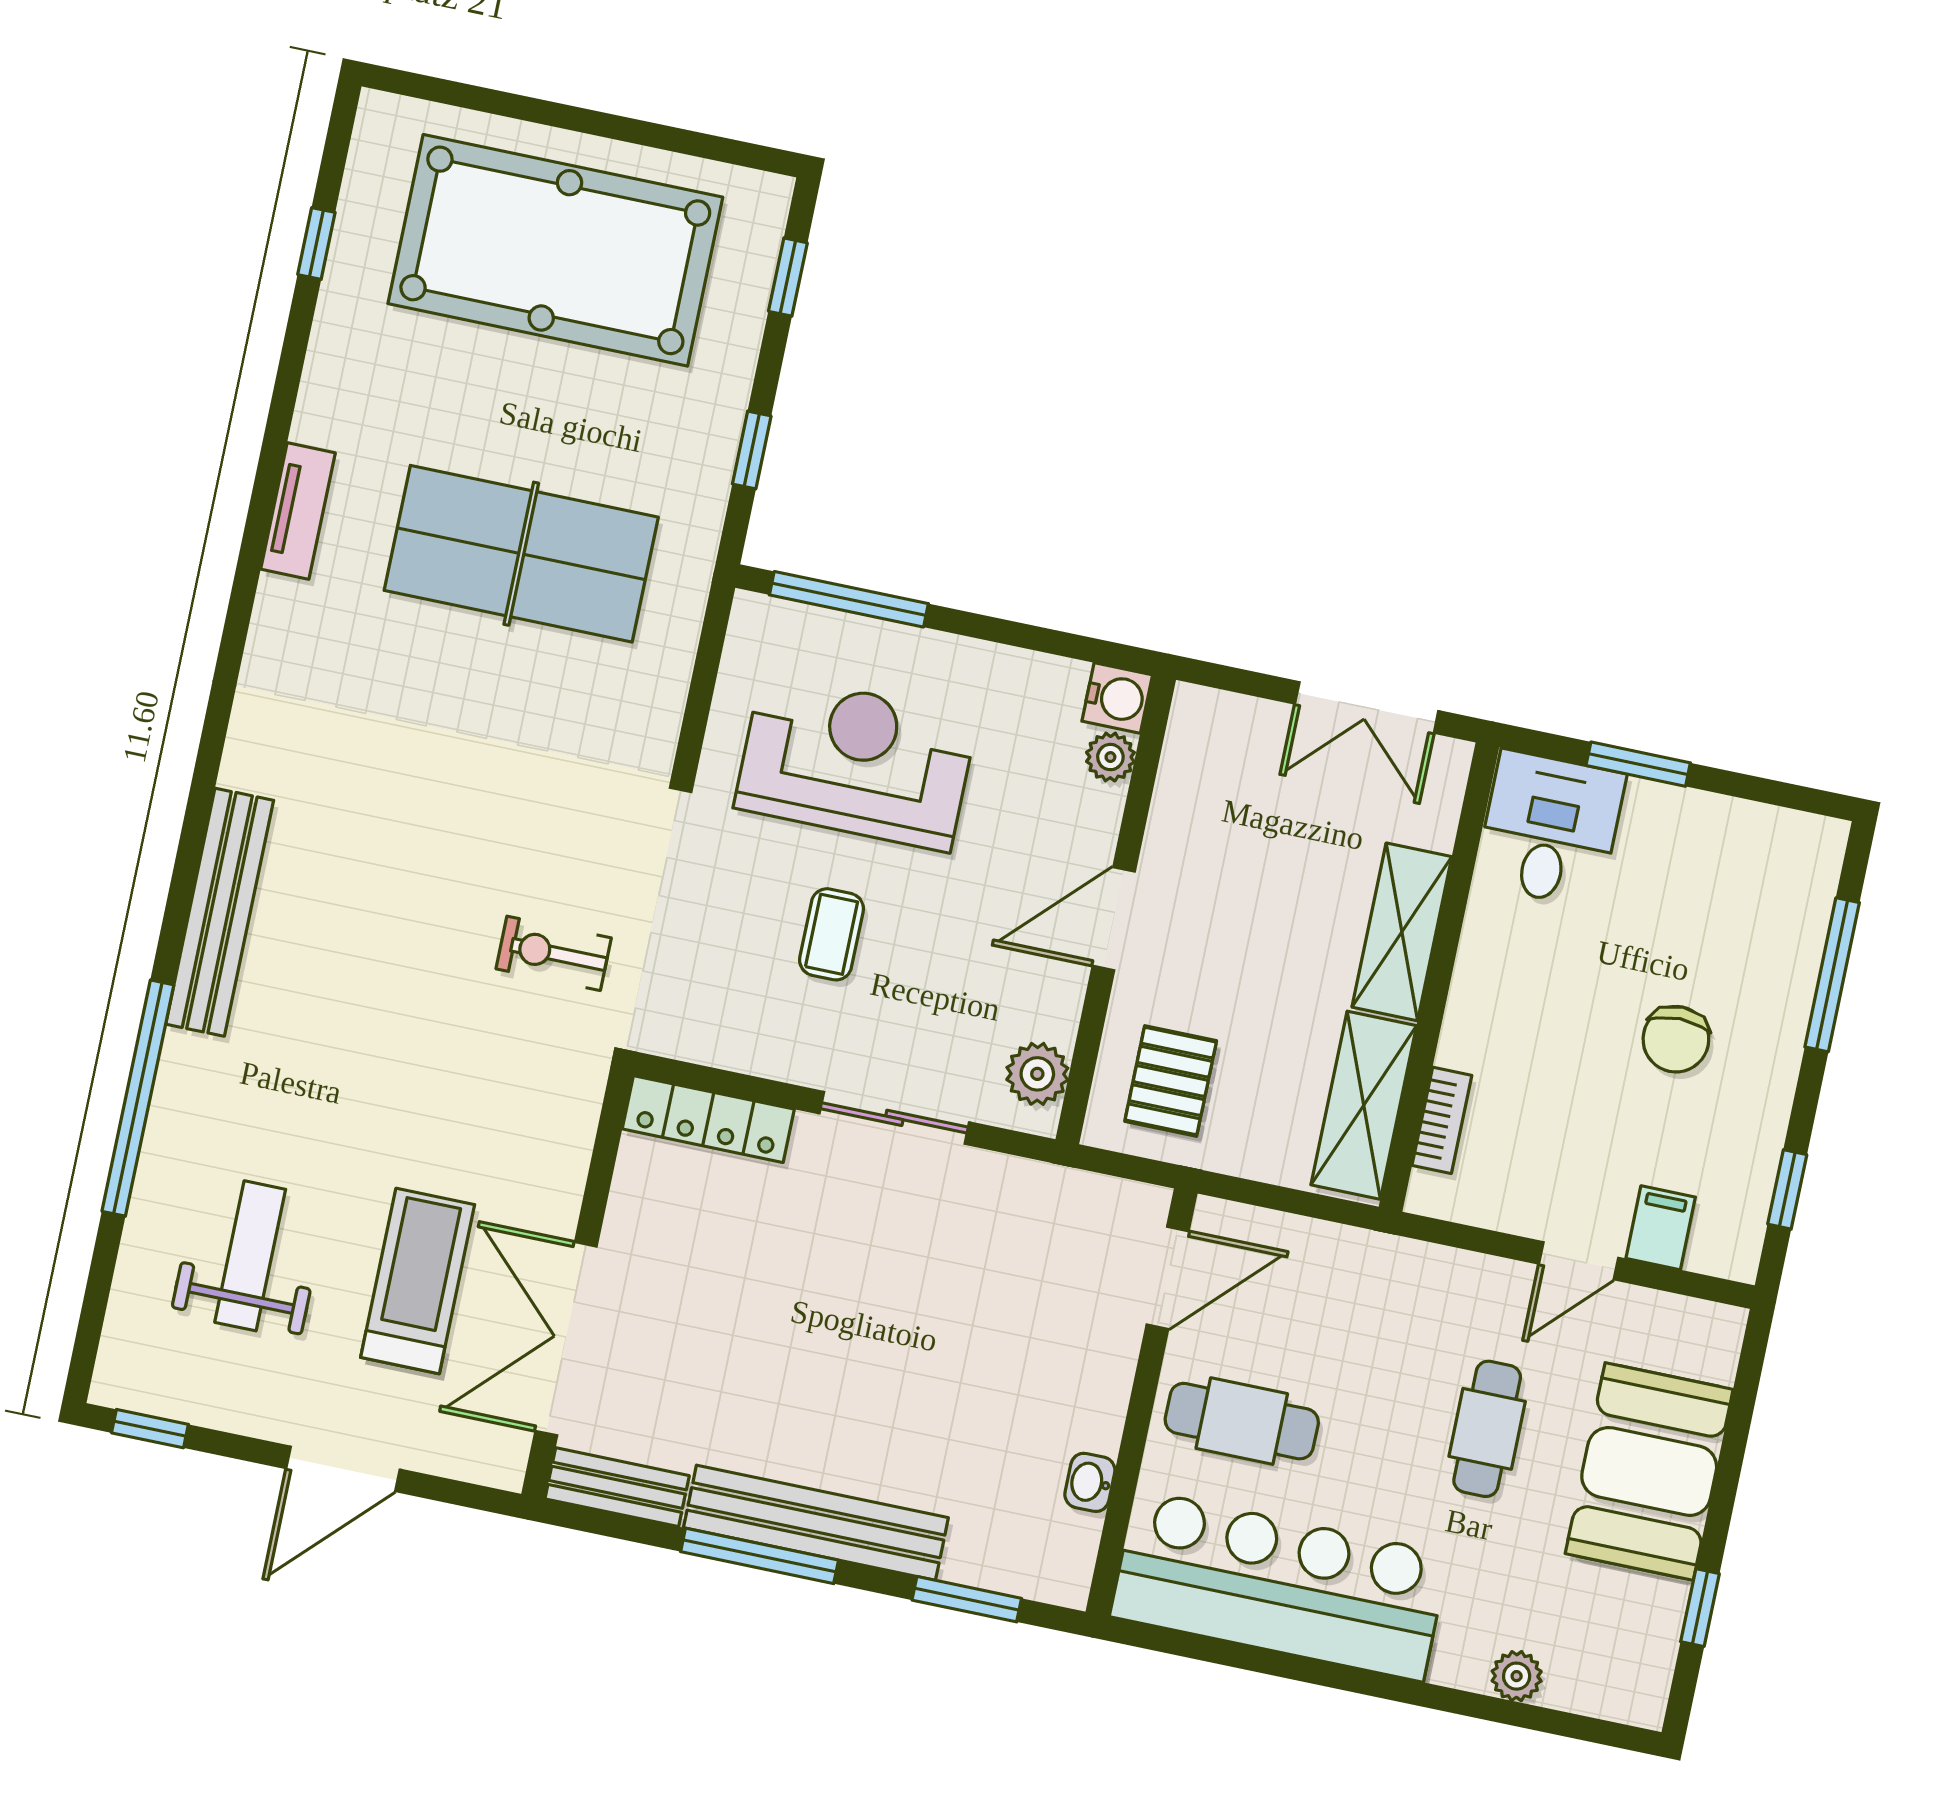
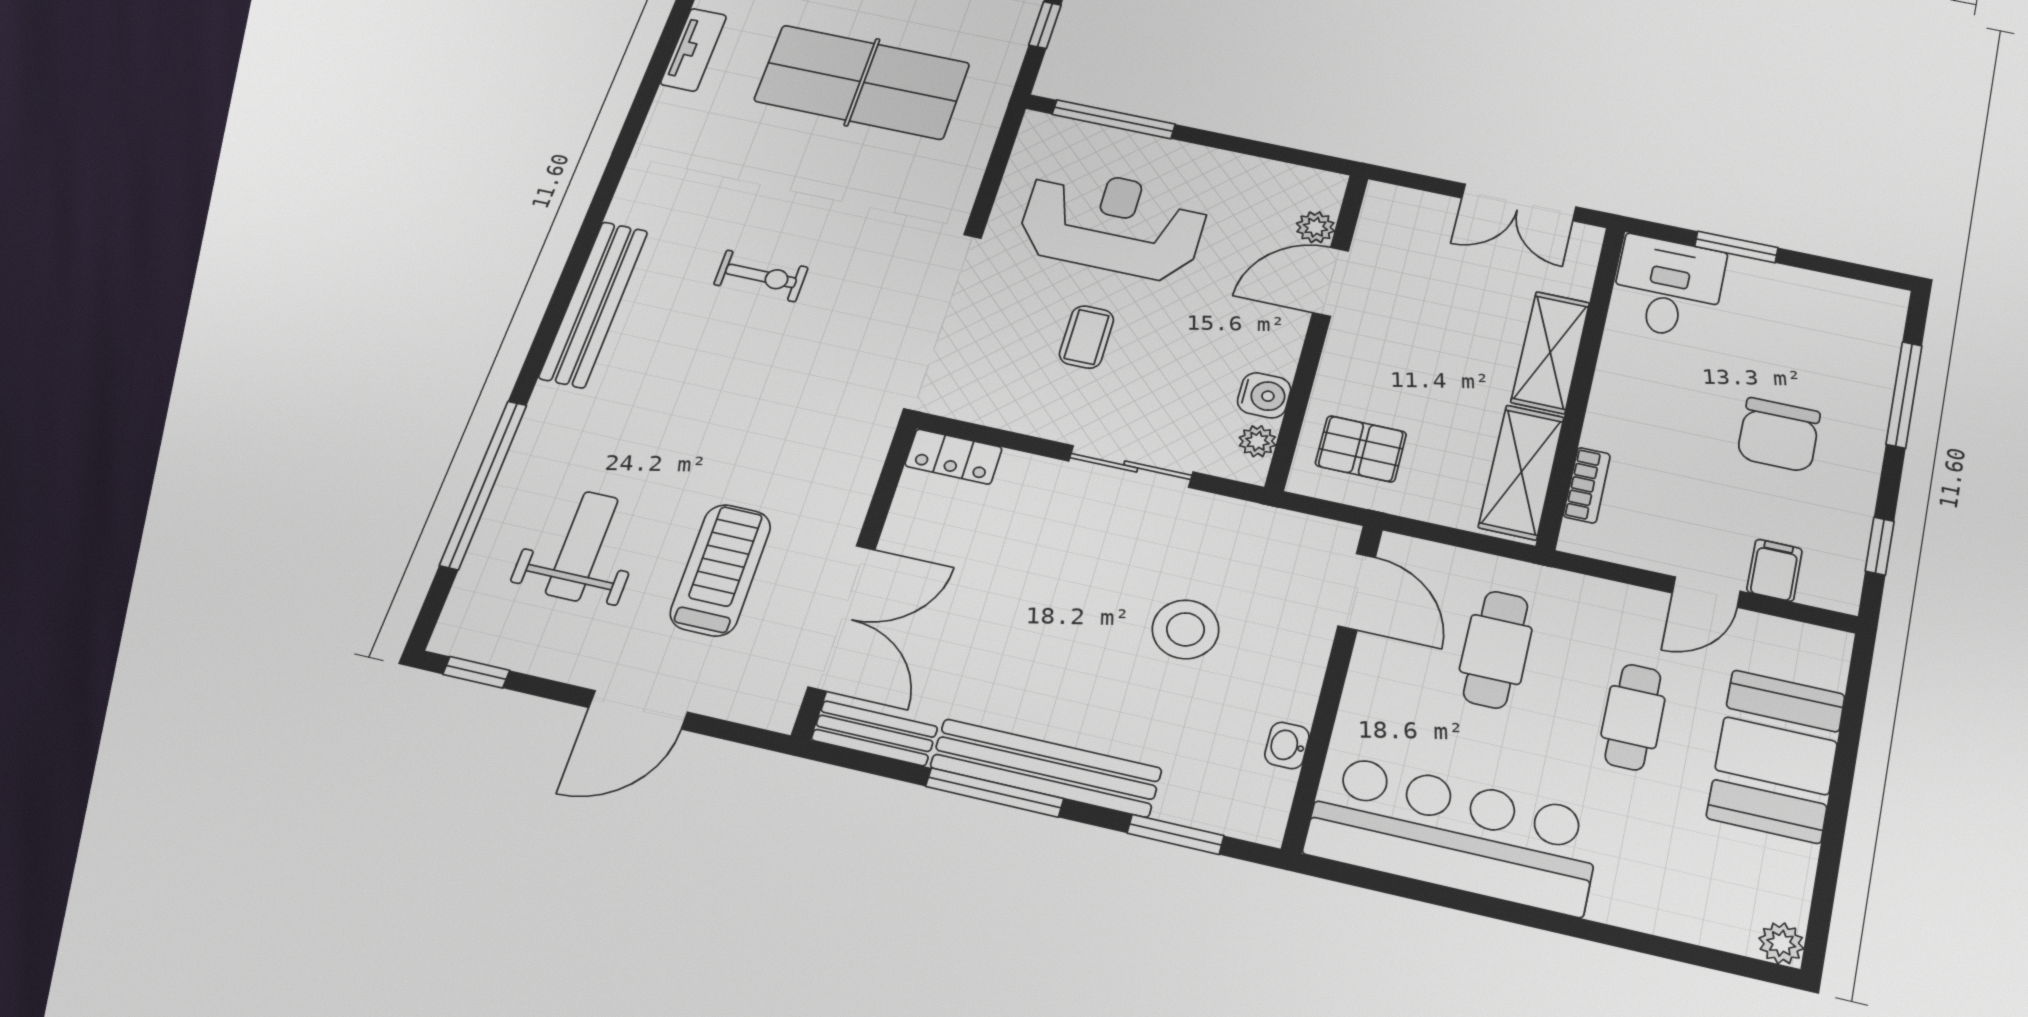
water cooler: (1117, 698) -> (1264, 395), moved
door: (1114, 919) -> (1331, 282), moved
exercise bike: (554, 953) -> (761, 276), moved, turned 180
chair: (1676, 1039) -> (1779, 435), width x1.37, depth x1.37
plant: (1037, 1074) -> (1257, 441), width x0.73, depth x0.73
pallet: (1171, 1081) -> (1361, 449), turned 90
window: (138, 1098) -> (484, 484), moved
locker: (708, 1119) -> (953, 457), width x0.66
door: (1168, 1278) -> (1357, 592), hinge flipped
stool: (968, 1337) -> (1185, 629), added
double door: (566, 1339) -> (842, 618), swing flipped
cafe table: (1242, 1421) -> (1496, 649), moved, turned 90
window: (1700, 1608) -> (1828, 867), removed
plant: (1517, 1676) -> (1781, 943), moved

